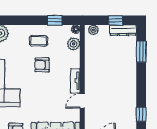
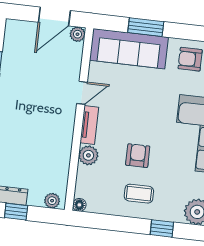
window: (55, 20) -> (162, 228), moved
plant: (74, 44) -> (88, 155), moved
armchair: (42, 65) -> (138, 156), turned -90

